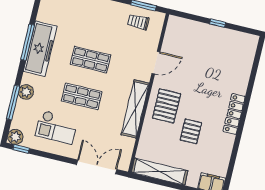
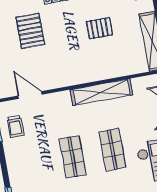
door: (156, 63) -> (30, 95), moved
pallet: (167, 106) -> (30, 31), moved, turned 90

